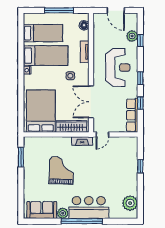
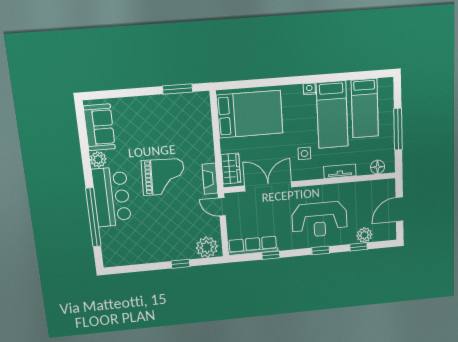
window: (140, 78) -> (321, 250), moved
wardrobe: (71, 126) -> (231, 169), width x0.67
grand piano: (61, 170) -> (163, 177), moved
plant: (130, 203) -> (207, 247), moved
window: (82, 221) -> (93, 217), moved

